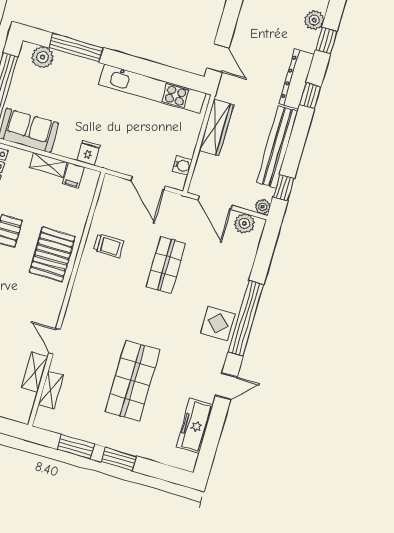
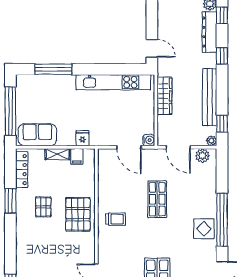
plant: (43, 57) -> (33, 82), removed
dresser: (297, 79) -> (209, 32), moved
water cooler: (182, 165) -> (149, 140), moved
trolley: (109, 246) -> (116, 219), moved

